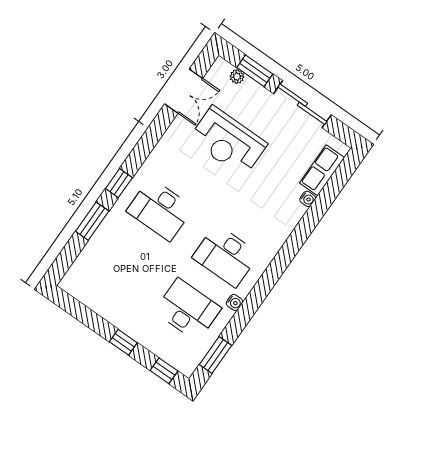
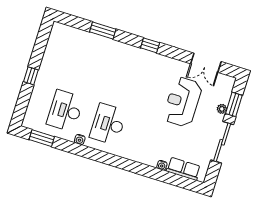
plant: (237, 77) -> (222, 109), moved
window: (119, 183) -> (150, 45), moved
desk: (160, 209) -> (124, 72), removed
desk: (188, 310) -> (65, 111), turned 180
window: (164, 371) -> (21, 108), removed

